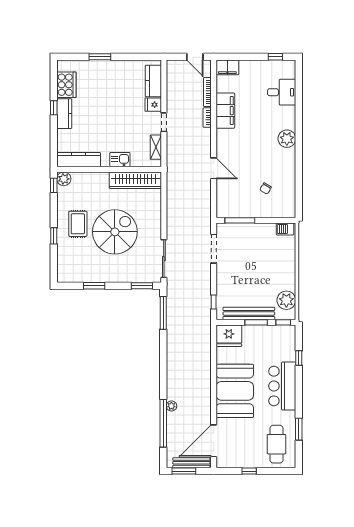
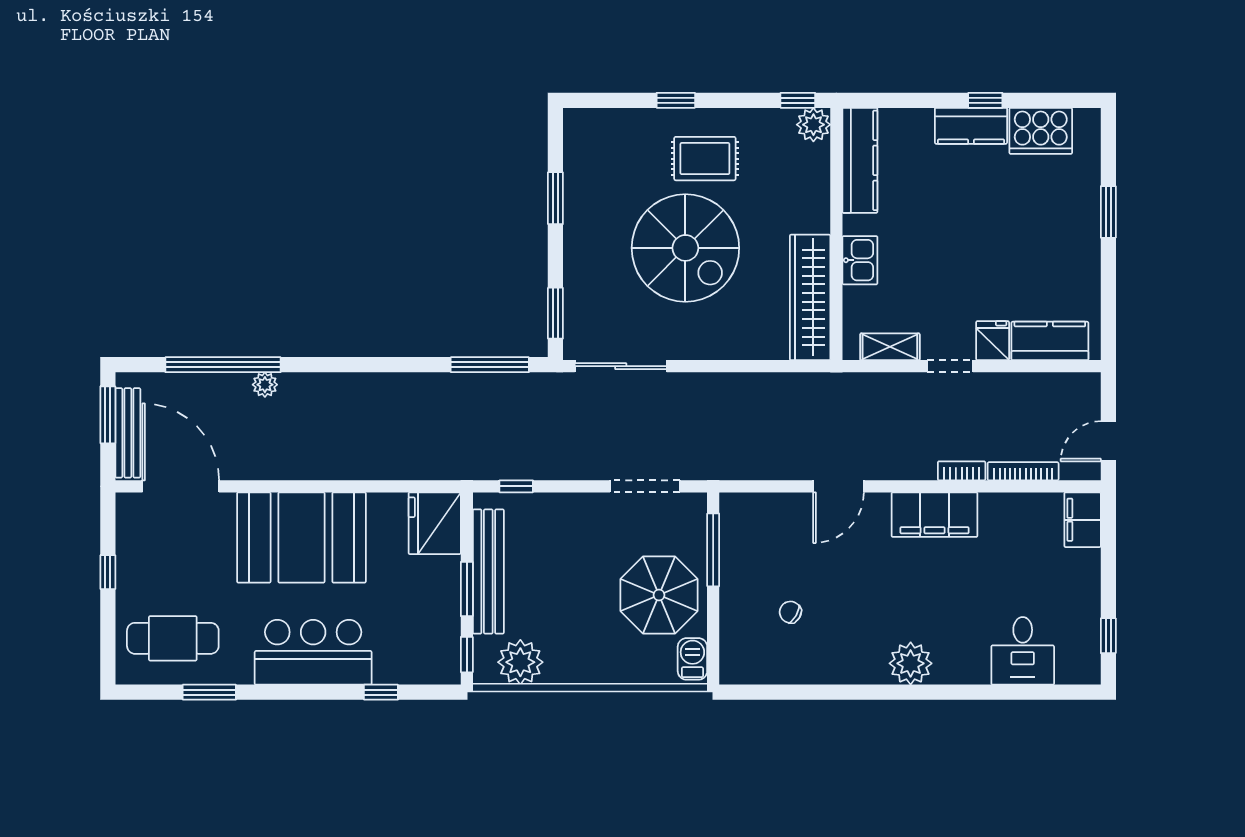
filing cabinet: (225, 111) -> (935, 515), moved
parasol: (259, 243) -> (659, 595), added

